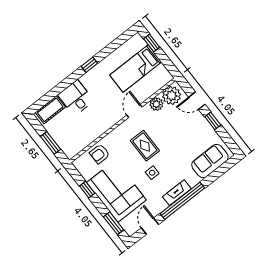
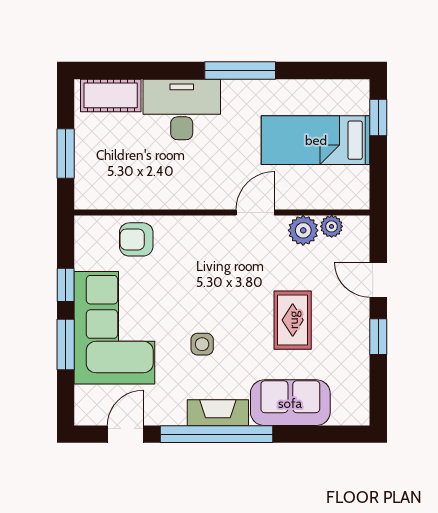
window: (89, 65) -> (240, 70), width x2.17
plant: (172, 95) -> (332, 226), width x0.53, depth x0.53
desk: (76, 98) -> (182, 109), width x1.37
rug: (145, 146) -> (293, 320), moved
sofa: (210, 161) -> (290, 403), moved
window: (114, 223) -> (66, 345), moved

